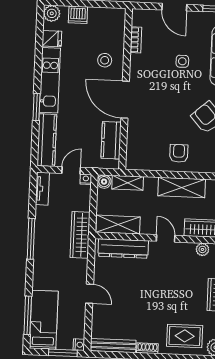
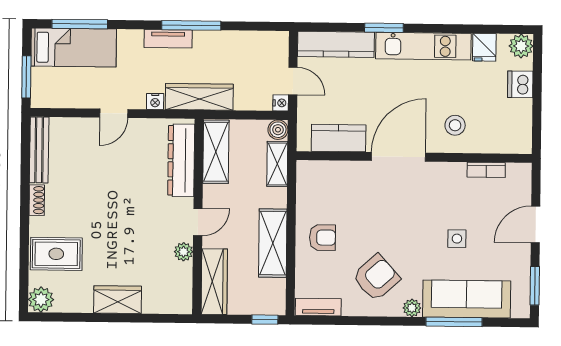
tv unit: (42, 189) -> (168, 39), moved
plant: (202, 249) -> (184, 252), moved
rug: (185, 336) -> (56, 254), turned 90
nightstand: (79, 345) -> (155, 101), moved

